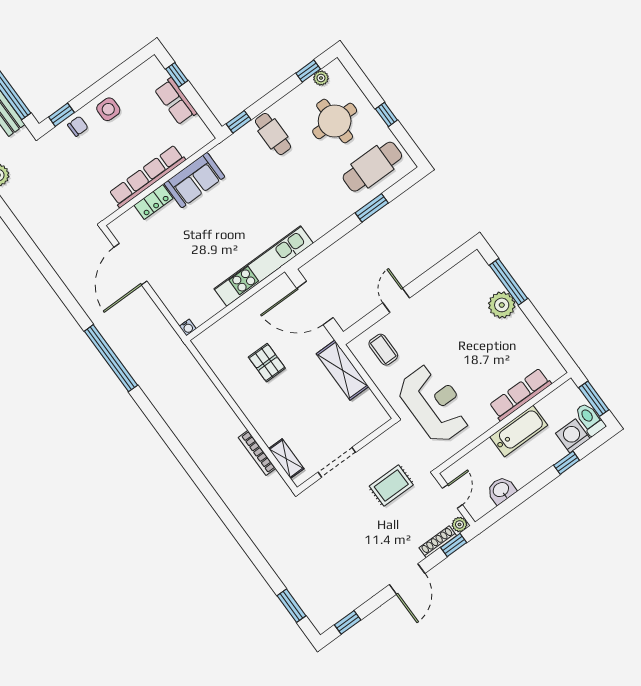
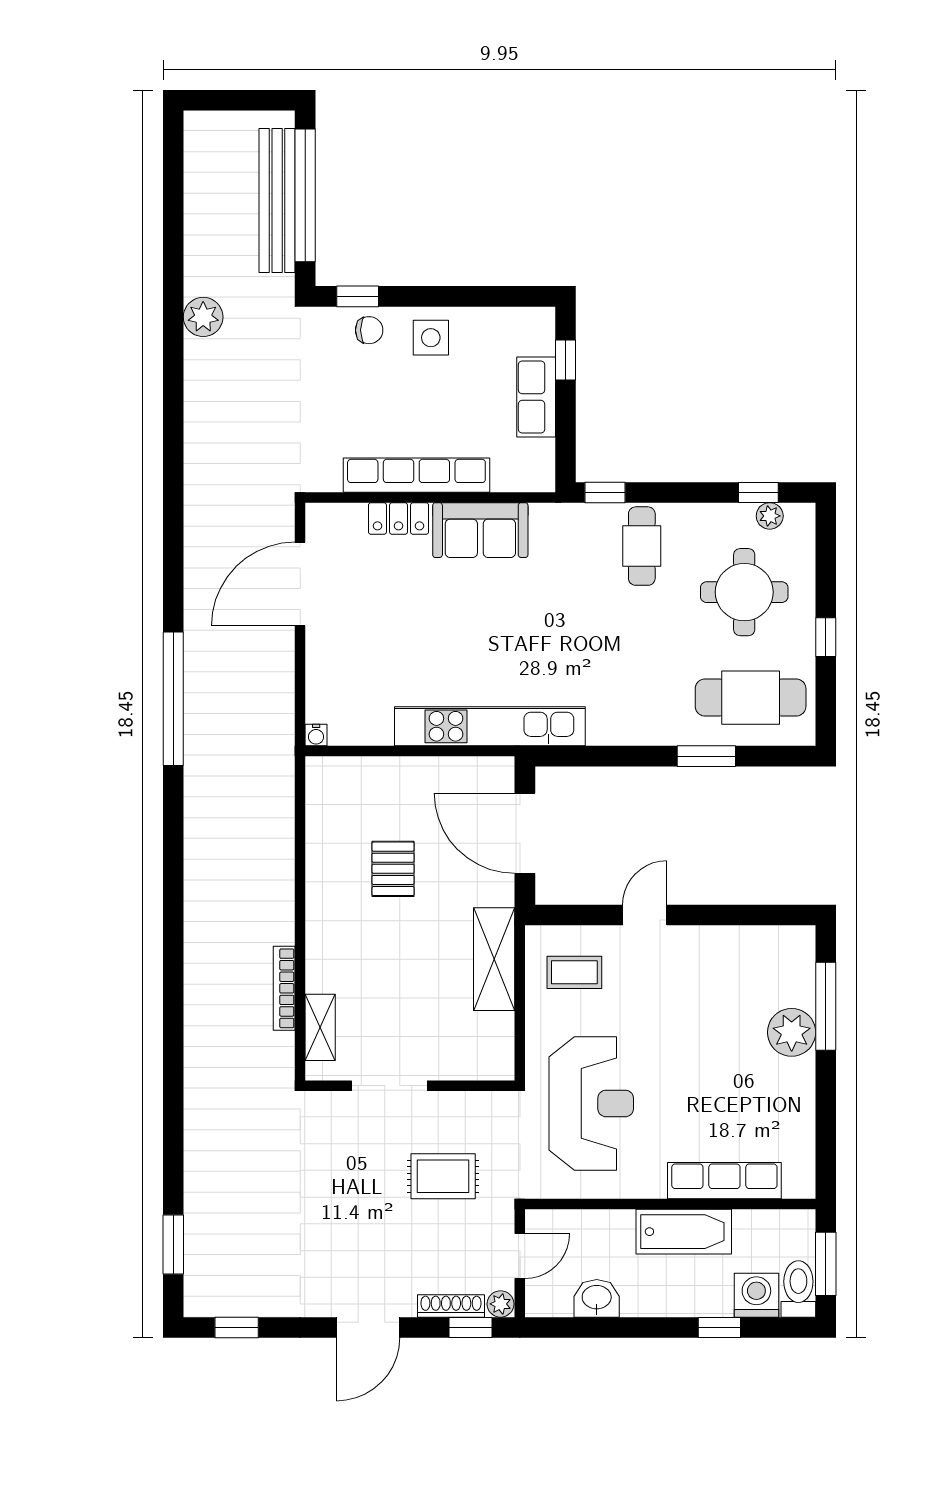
coffee table: (383, 350) -> (574, 972), turned 90

